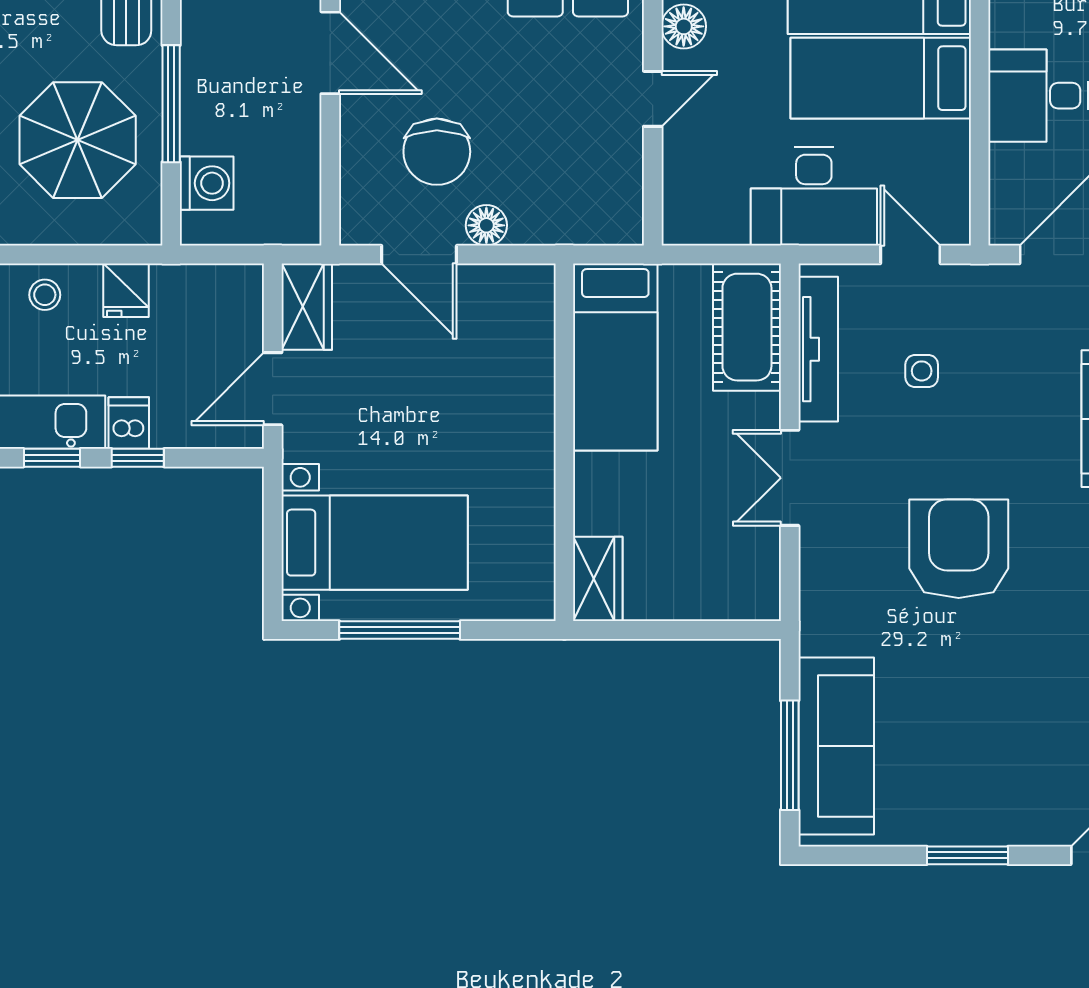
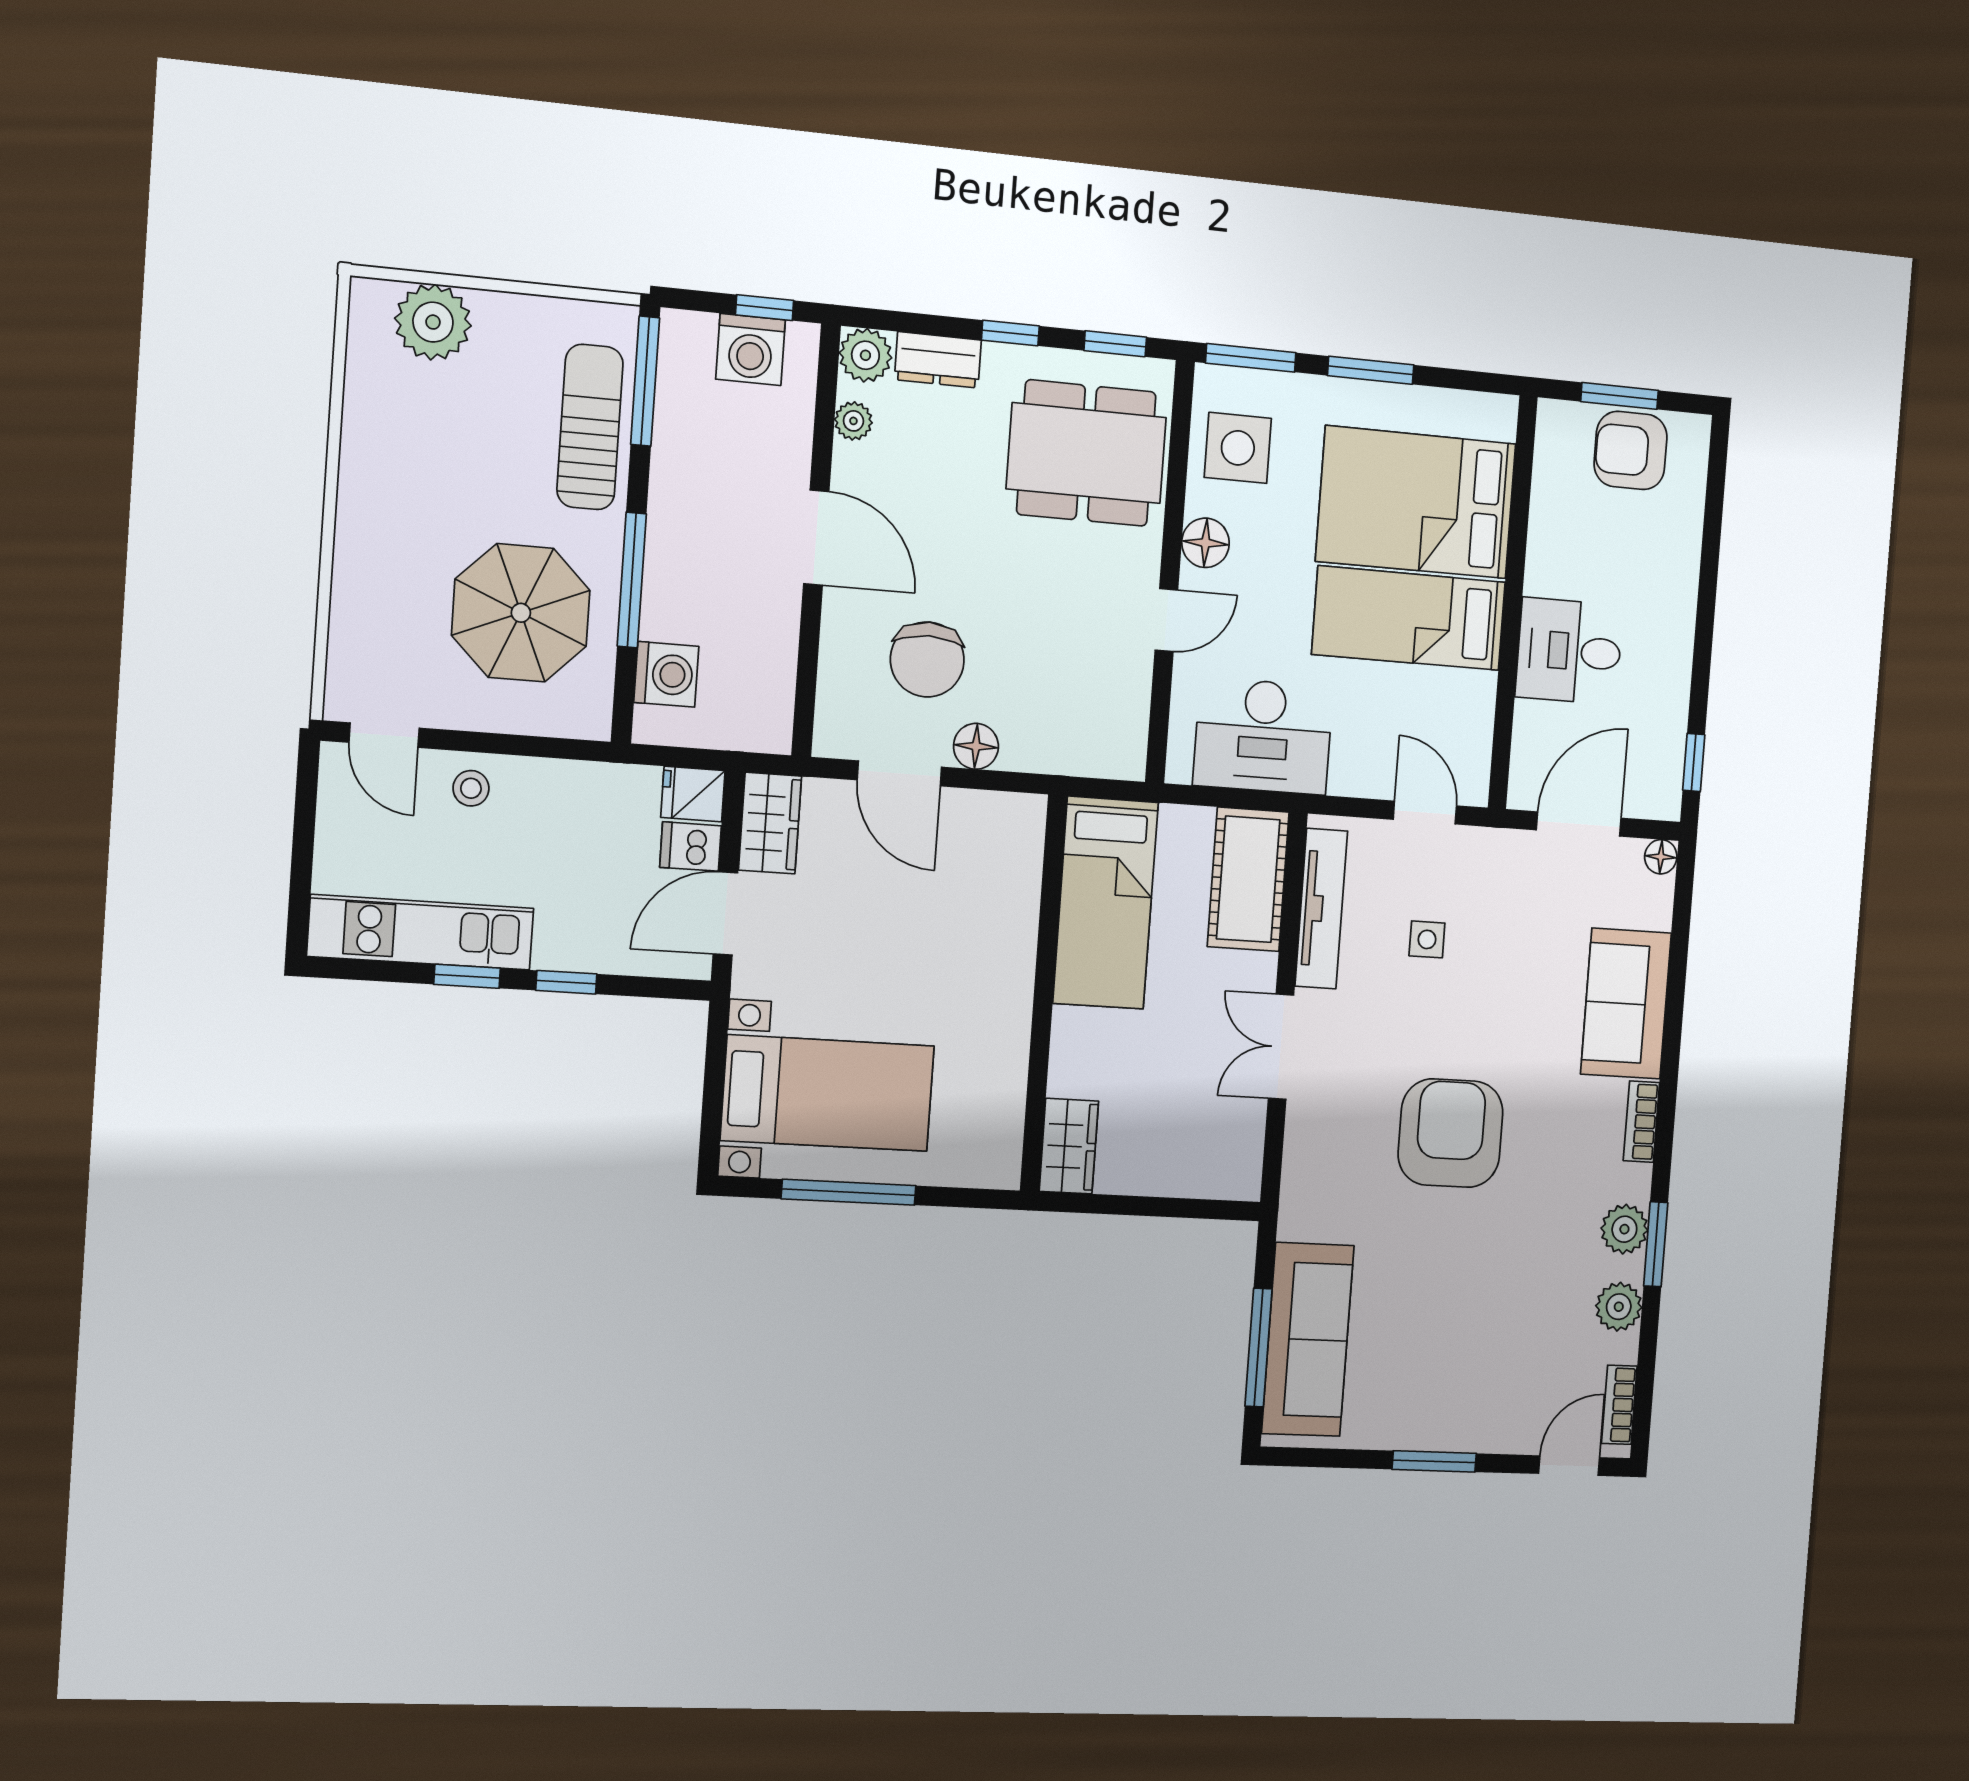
desk: (814, 196) -> (1263, 736), moved
fridge: (126, 290) -> (693, 794), moved, turned 90
dishwasher: (129, 423) -> (691, 847), moved, turned -90

